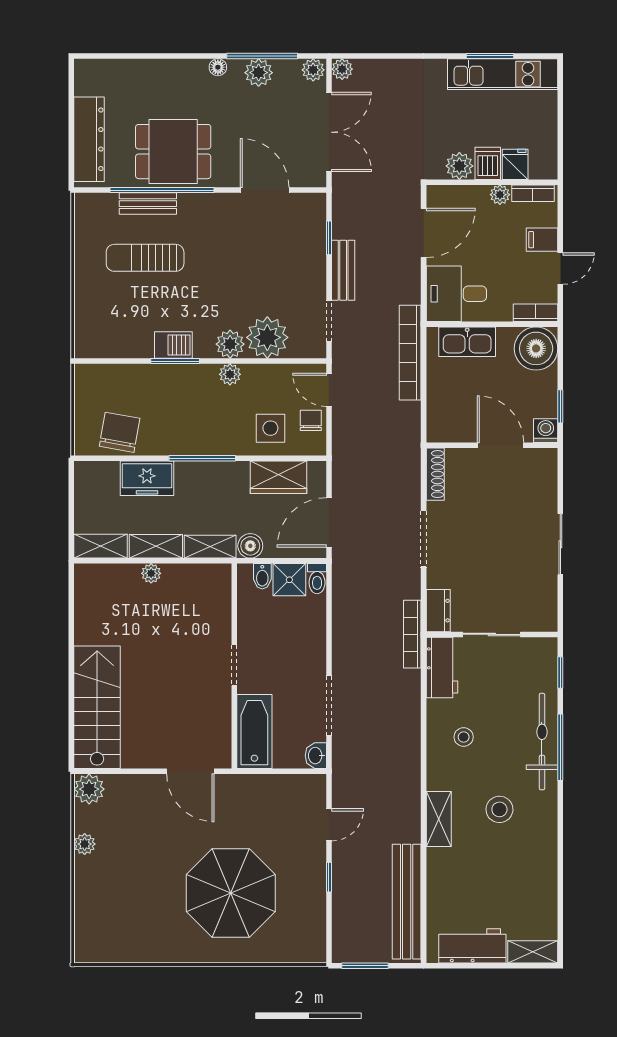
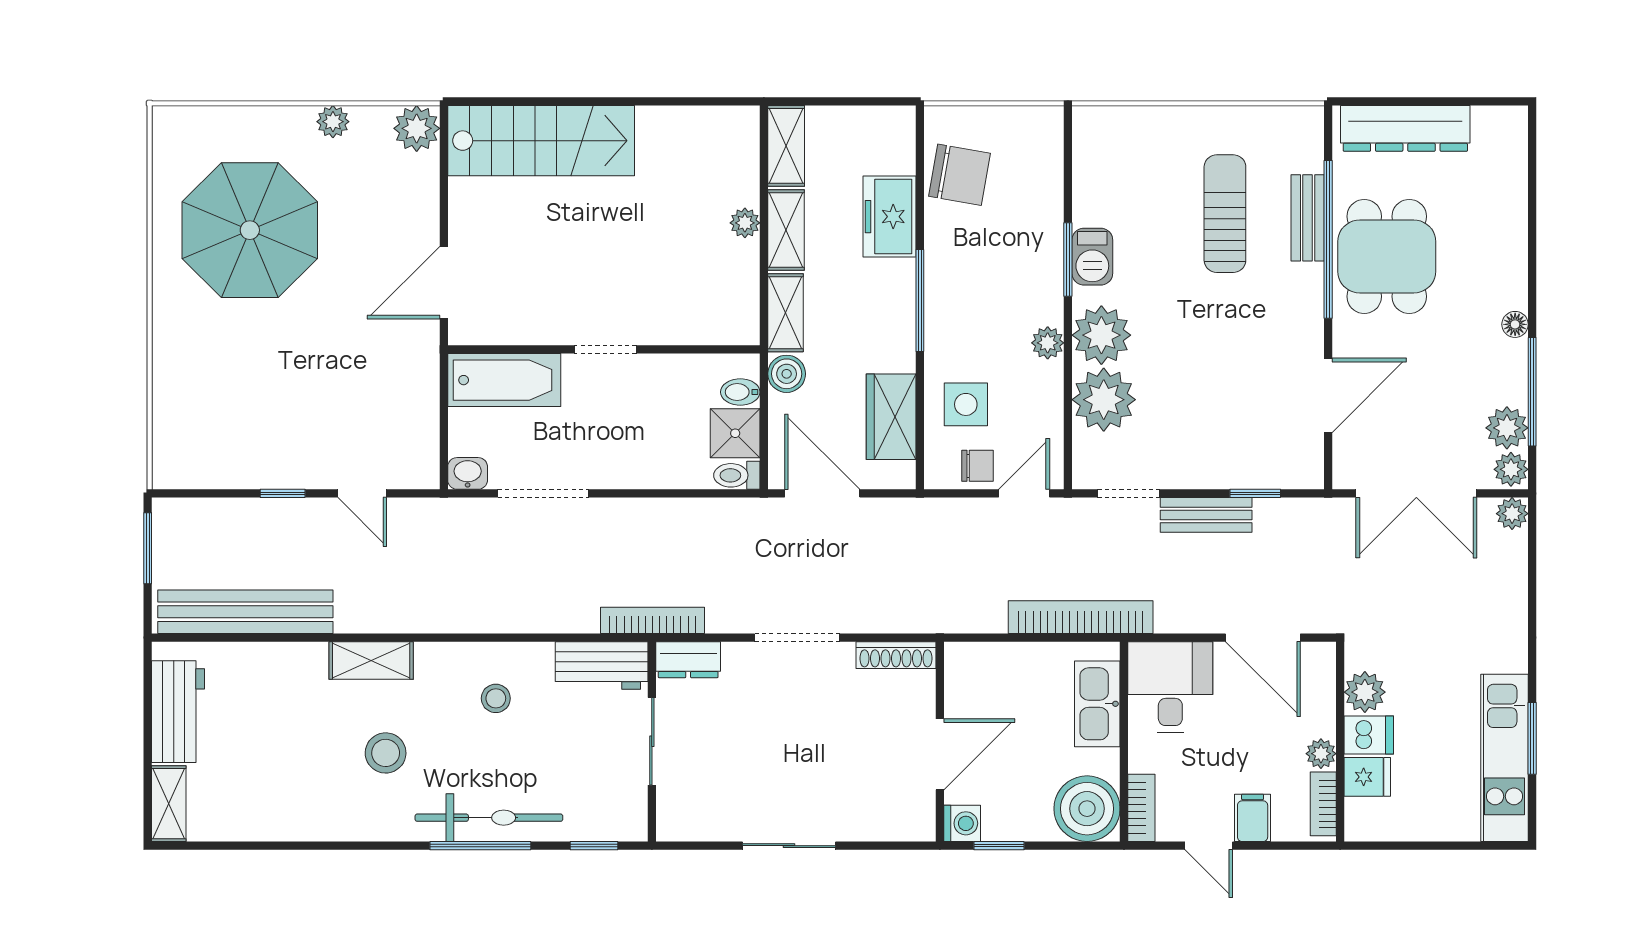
plant: (259, 73) -> (1507, 428), moved
plant: (230, 344) -> (1101, 335), width x1.36, depth x1.36
parasol: (231, 893) -> (250, 230), moved

